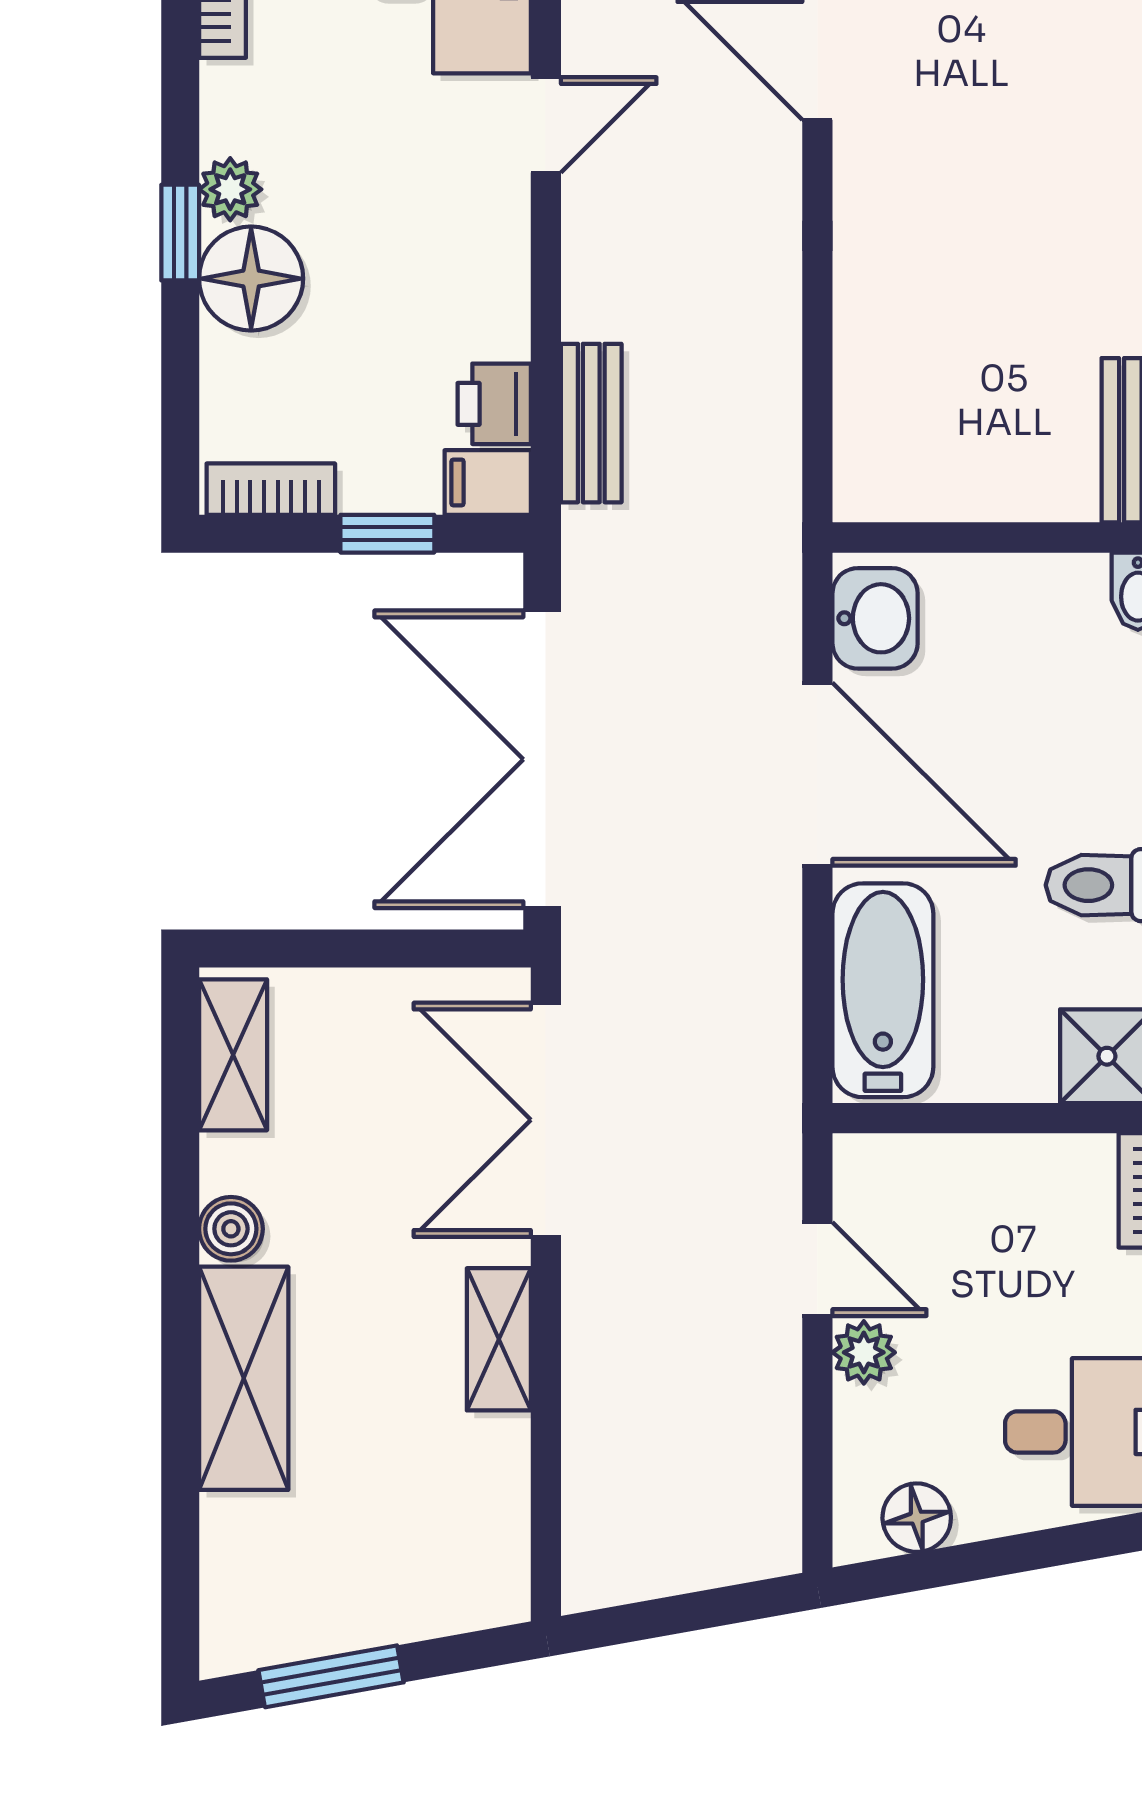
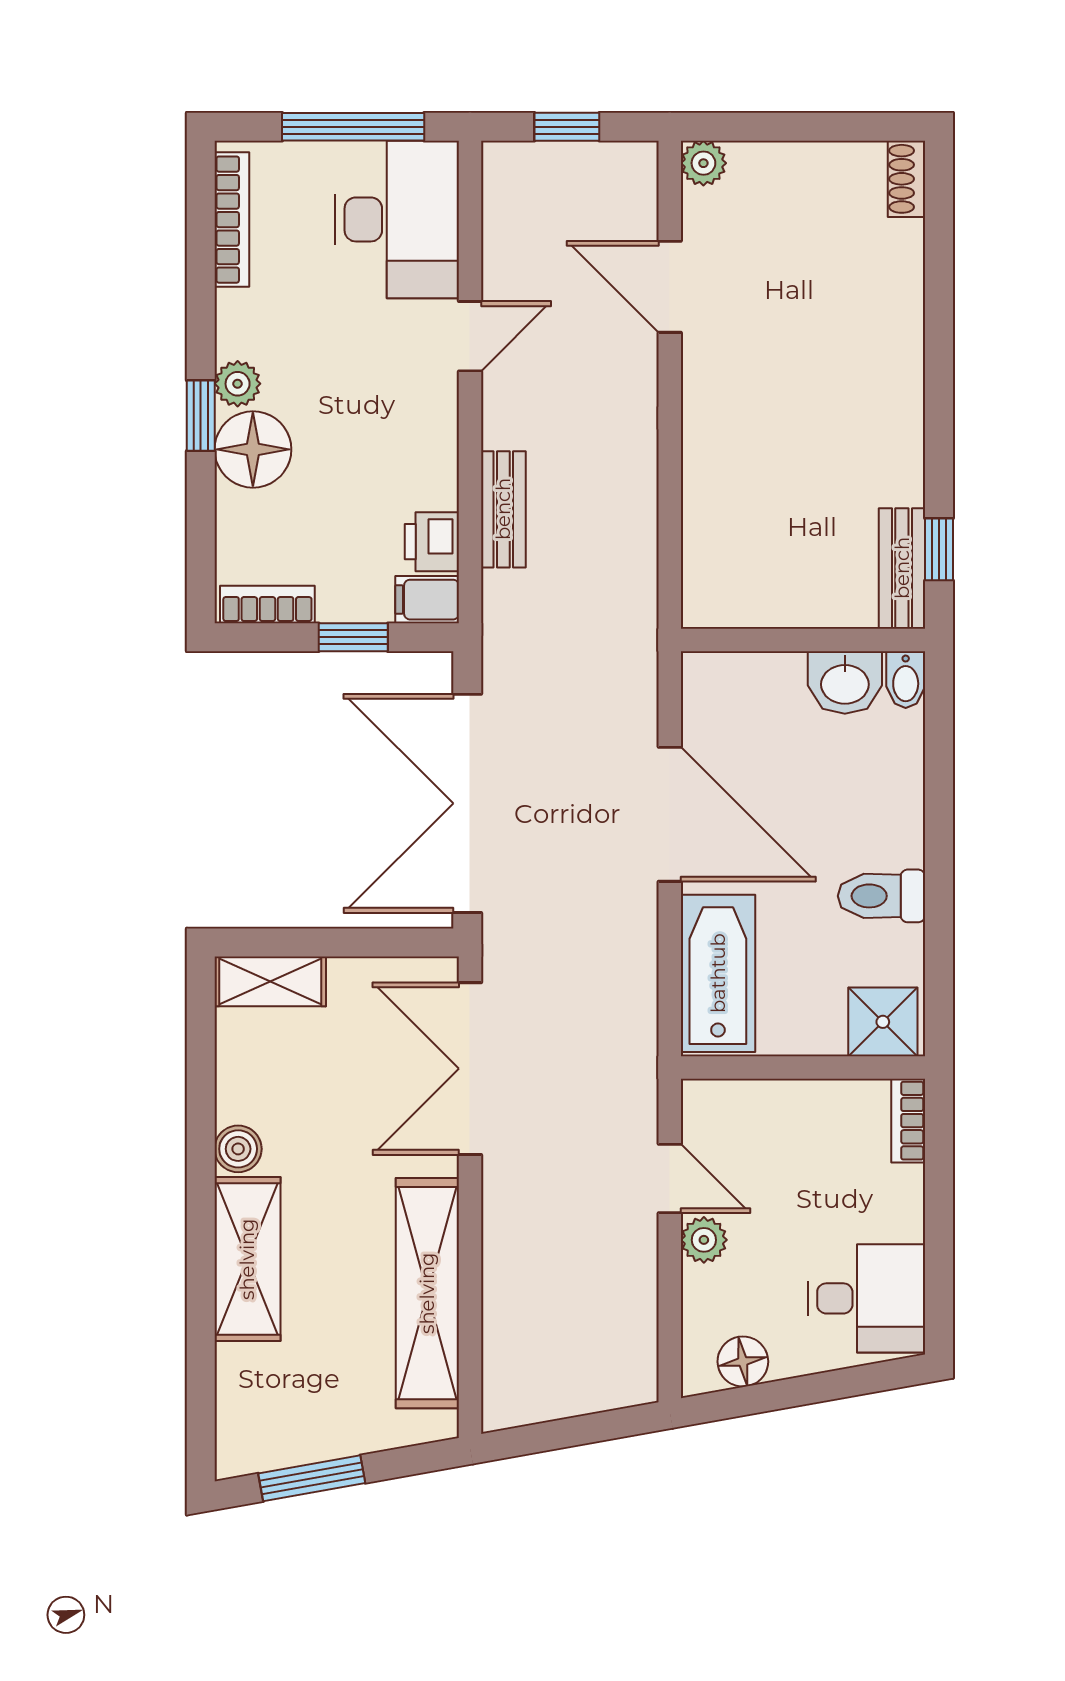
bench: (591, 423) -> (503, 509), moved
washbasin: (875, 618) -> (845, 682), moved, turned 90
shelving: (233, 1055) -> (270, 981), moved, turned 90
shelving: (499, 1339) -> (427, 1293), width x2.20, depth x1.33

